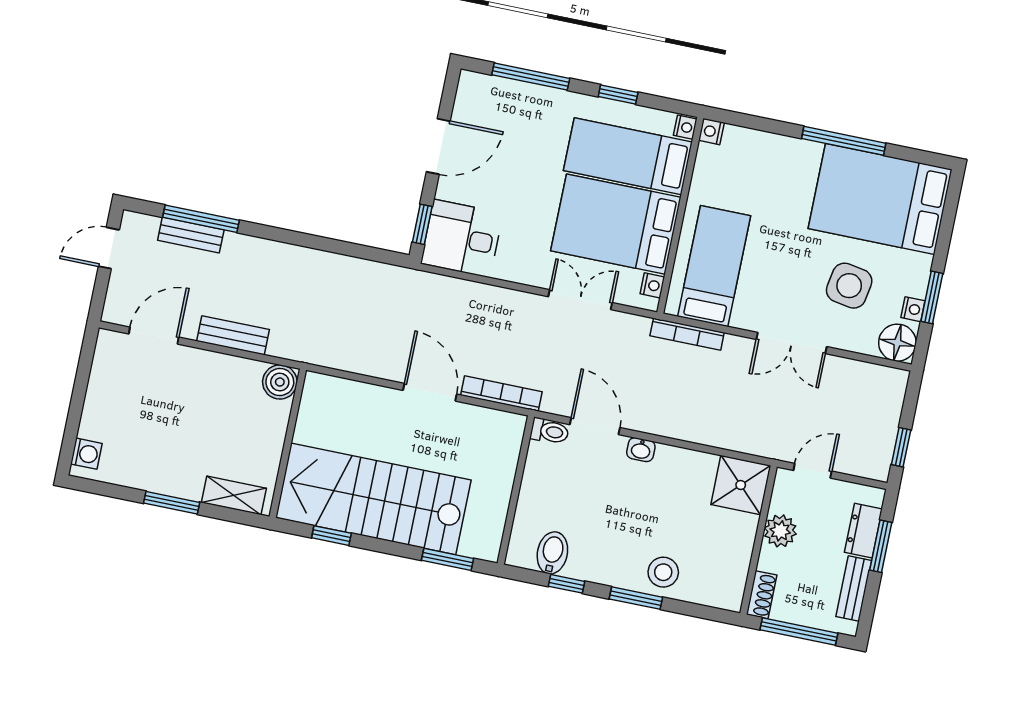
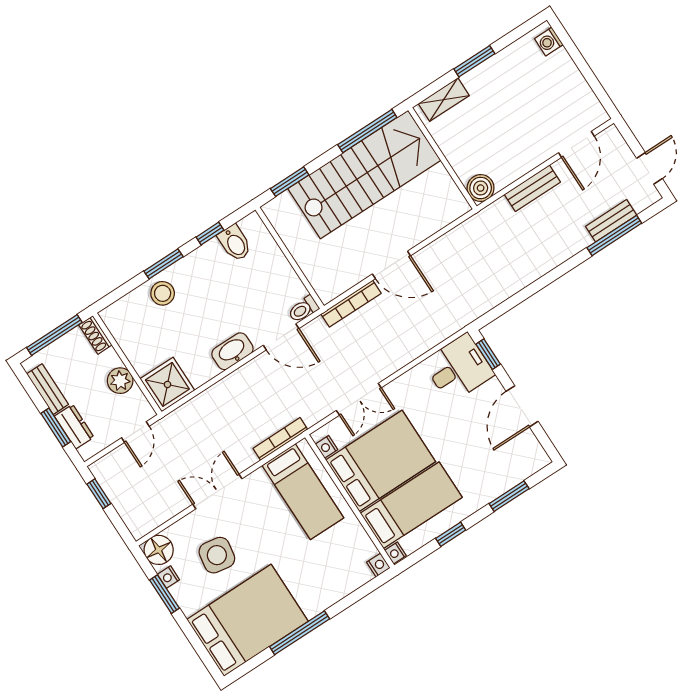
window: (531, 77) -> (509, 496), width x0.69
washbasin: (641, 450) -> (232, 351), width x1.91, depth x1.45
window: (331, 536) -> (367, 131), width x2.17

